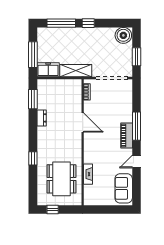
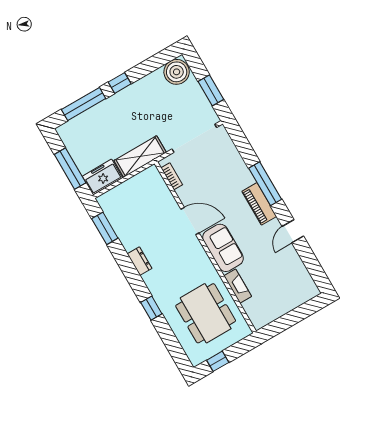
dresser: (42, 118) -> (140, 261), moved
sofa: (124, 188) -> (223, 248), moved, turned 180

